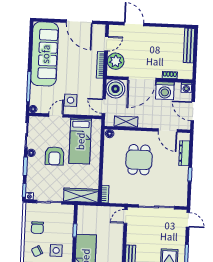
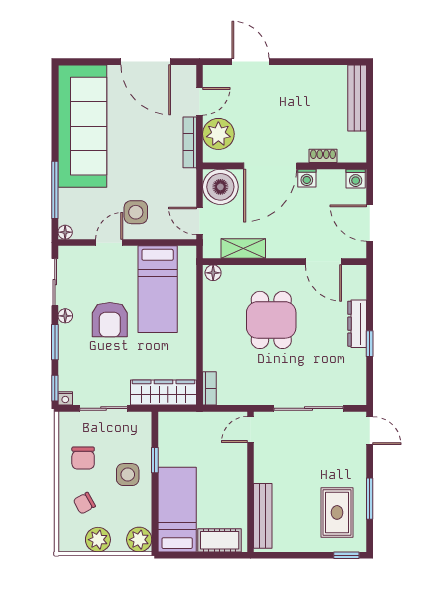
washing machine: (165, 91) -> (307, 178), width x0.53, depth x0.53
dresser: (184, 153) -> (357, 324), moved
side table: (56, 250) -> (128, 475), moved

